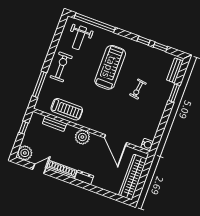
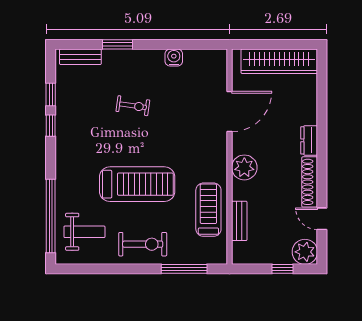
exercise bike: (61, 67) -> (143, 244), turned 180
treadmill: (110, 67) -> (137, 184), moved, turned 180
window: (24, 128) -> (283, 269), moved
water cooler: (147, 145) -> (174, 58), moved

